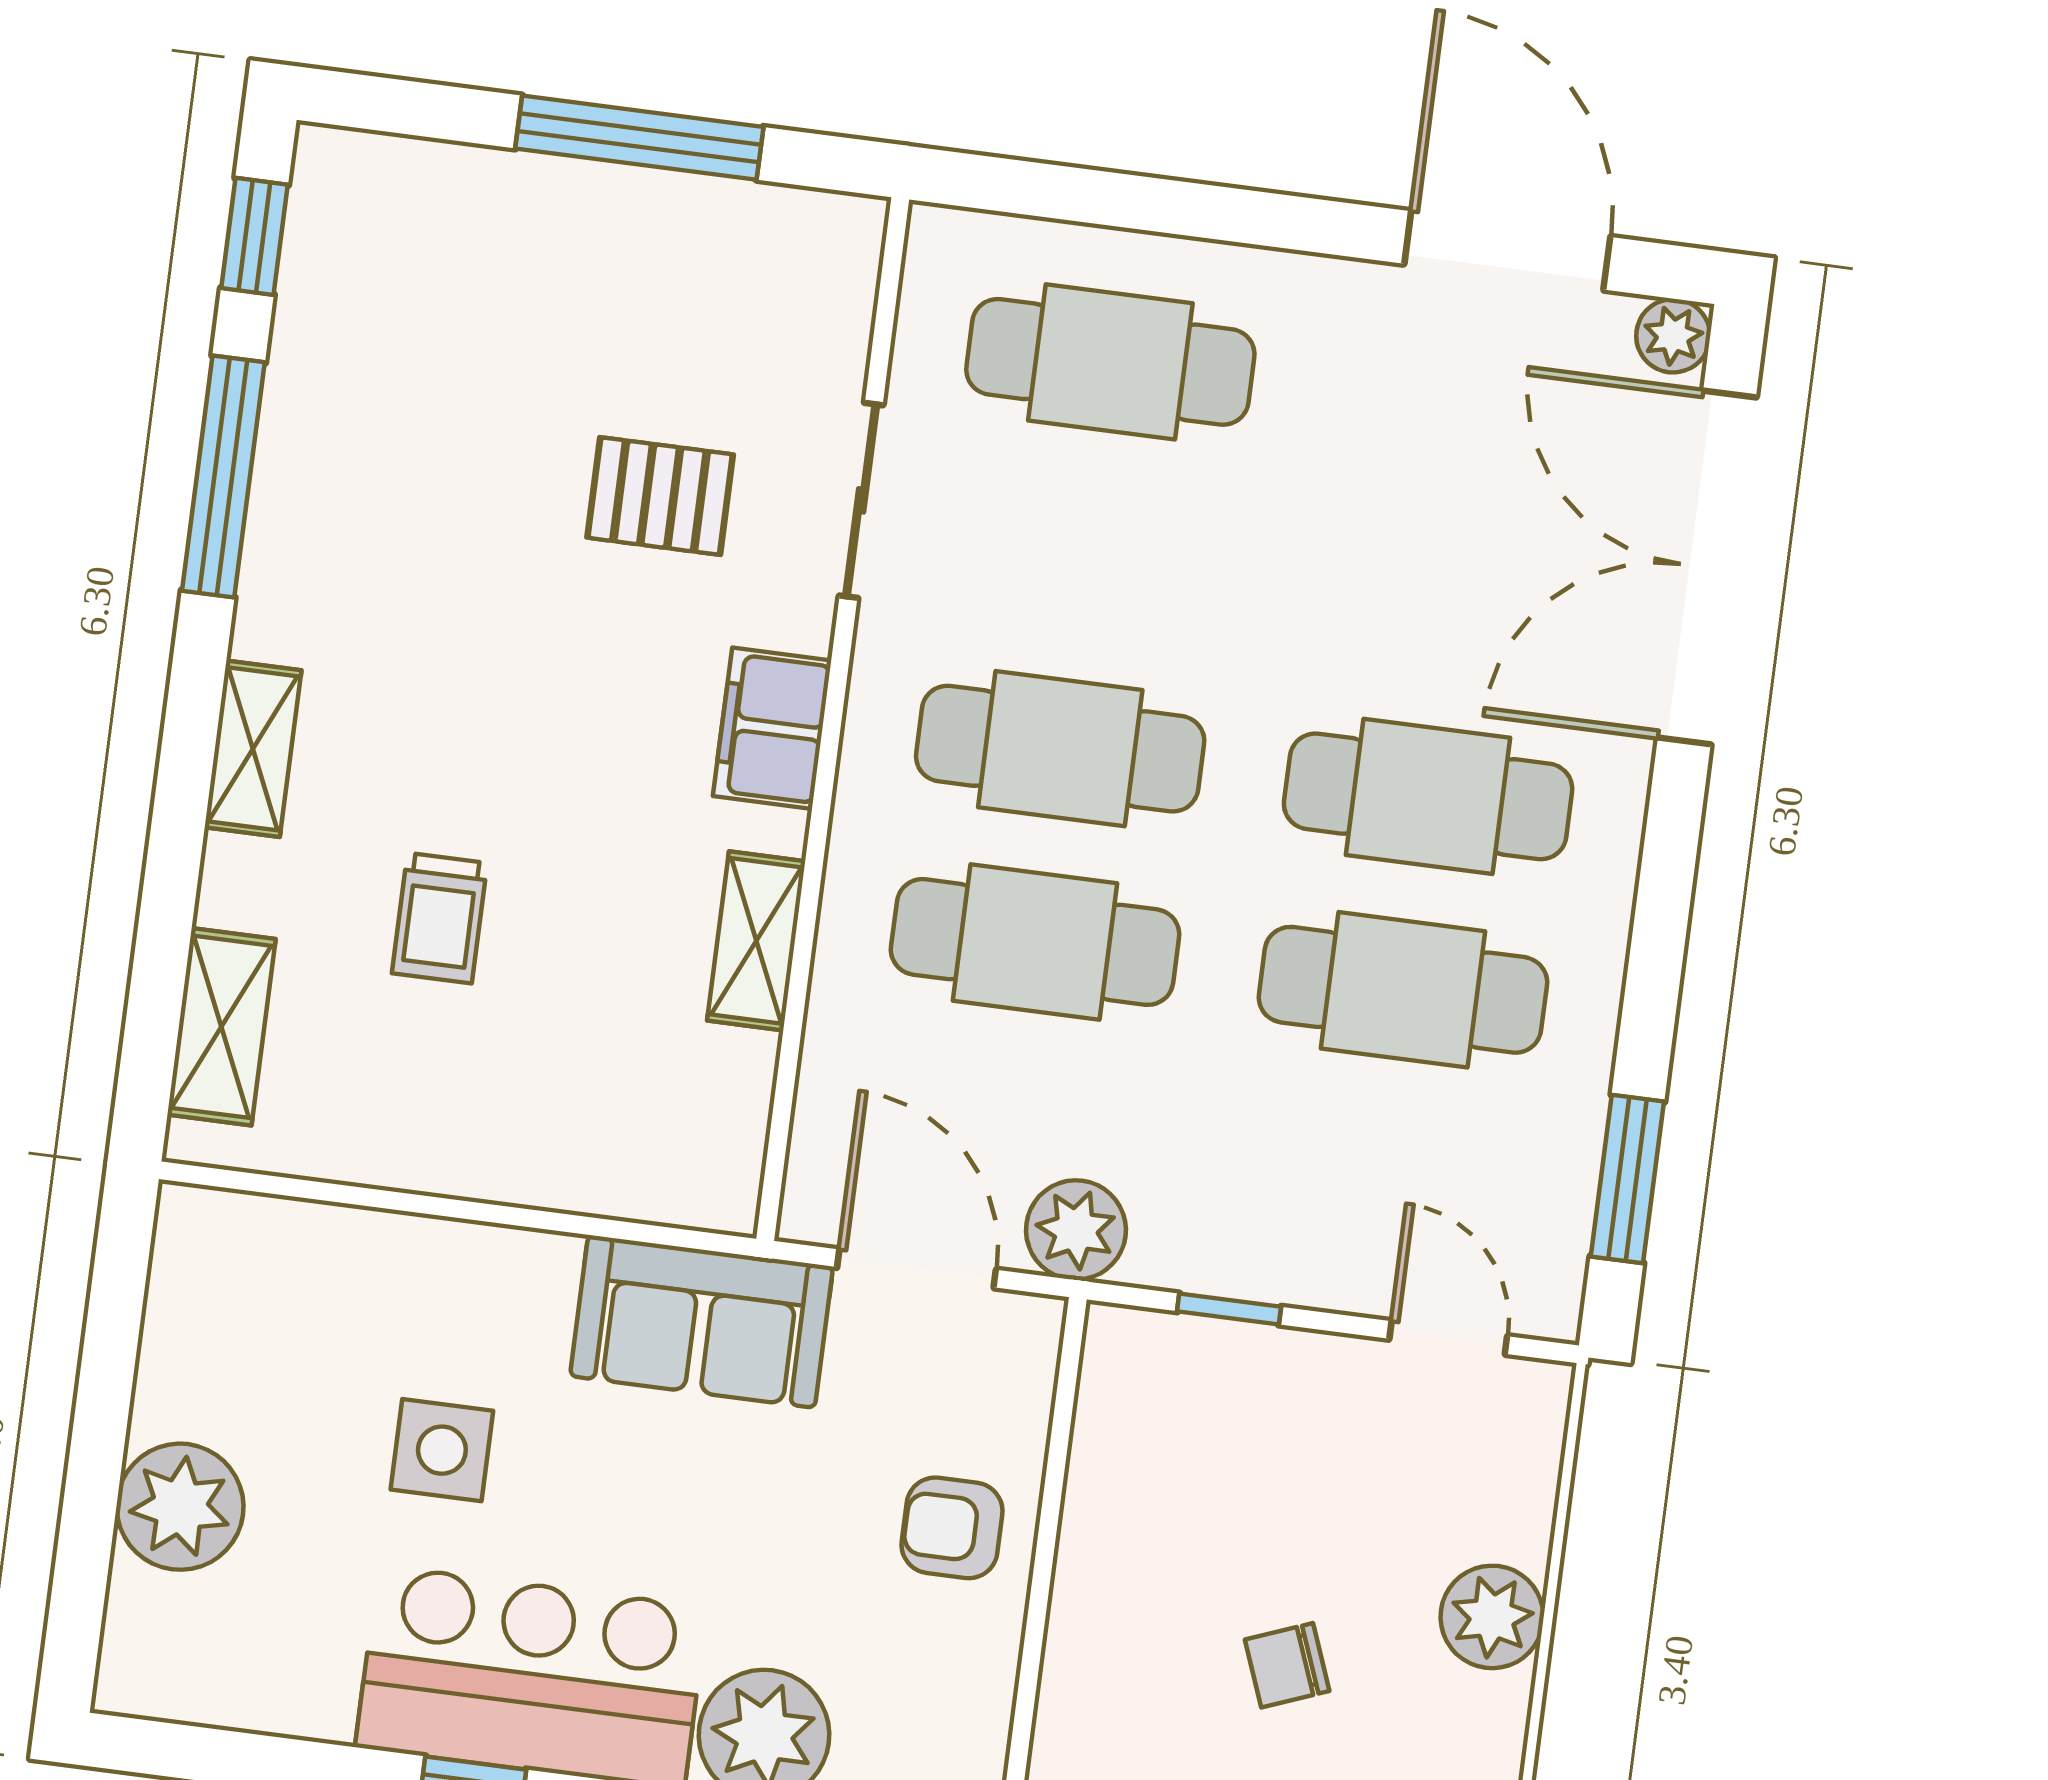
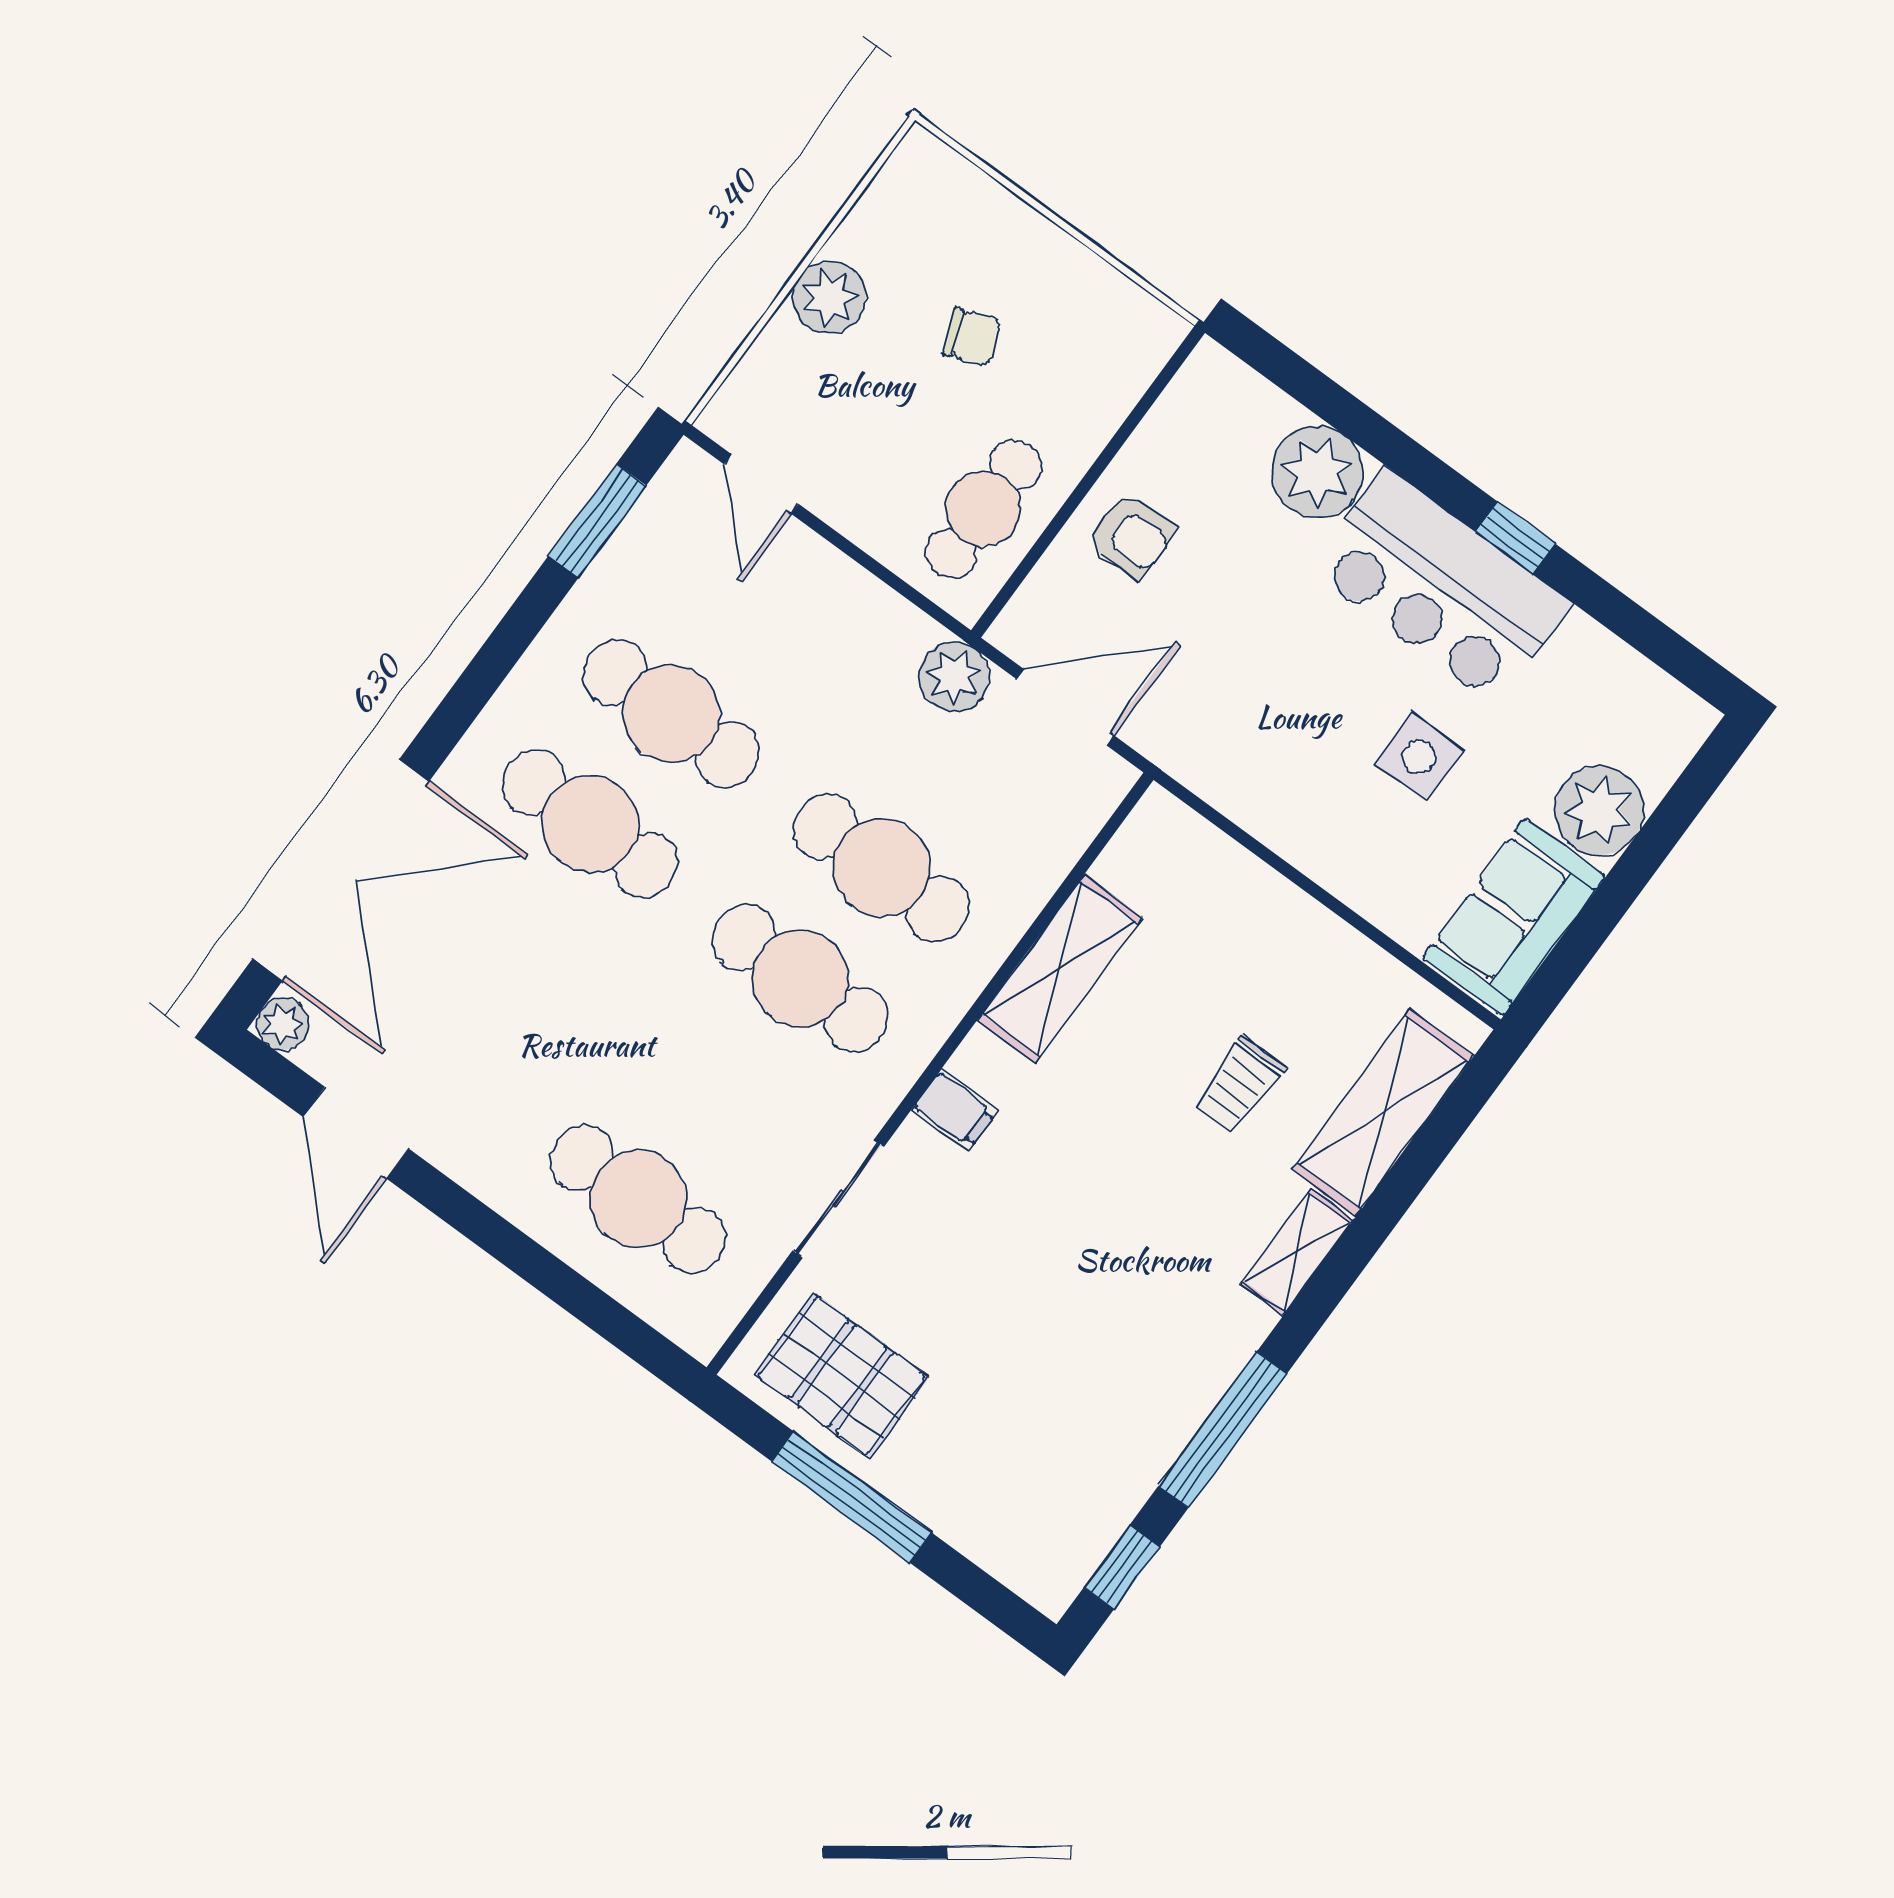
door: (1507, 250) -> (356, 1133), width x0.73
pallet: (660, 496) -> (842, 1376), moved, width x1.50, depth x1.42
filing cabinet: (772, 728) -> (955, 1110), width x0.50
trolley: (440, 918) -> (1240, 1085), turned 180
shelving: (756, 941) -> (1060, 968), width x1.50, depth x1.33
shelving: (221, 1027) -> (1383, 1113), width x1.50, depth x1.33
door: (917, 1268) -> (1065, 707), swing flipped
window: (1229, 1309) -> (887, 576), removed
sofa: (702, 1321) -> (1514, 917), moved, turned -90
cafe table: (1155, 1459) -> (983, 509), added

